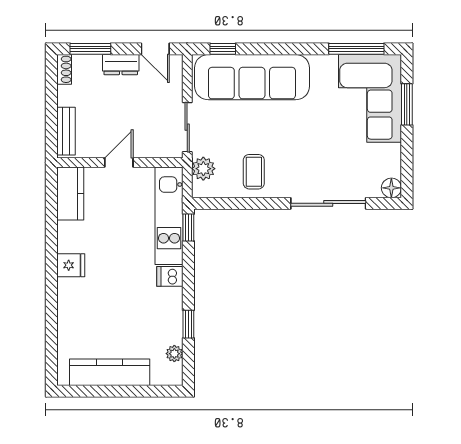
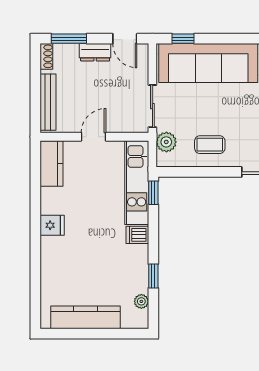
bench: (66, 131) -> (48, 102), width x1.36
coffee table: (254, 172) -> (210, 145), turned 90

